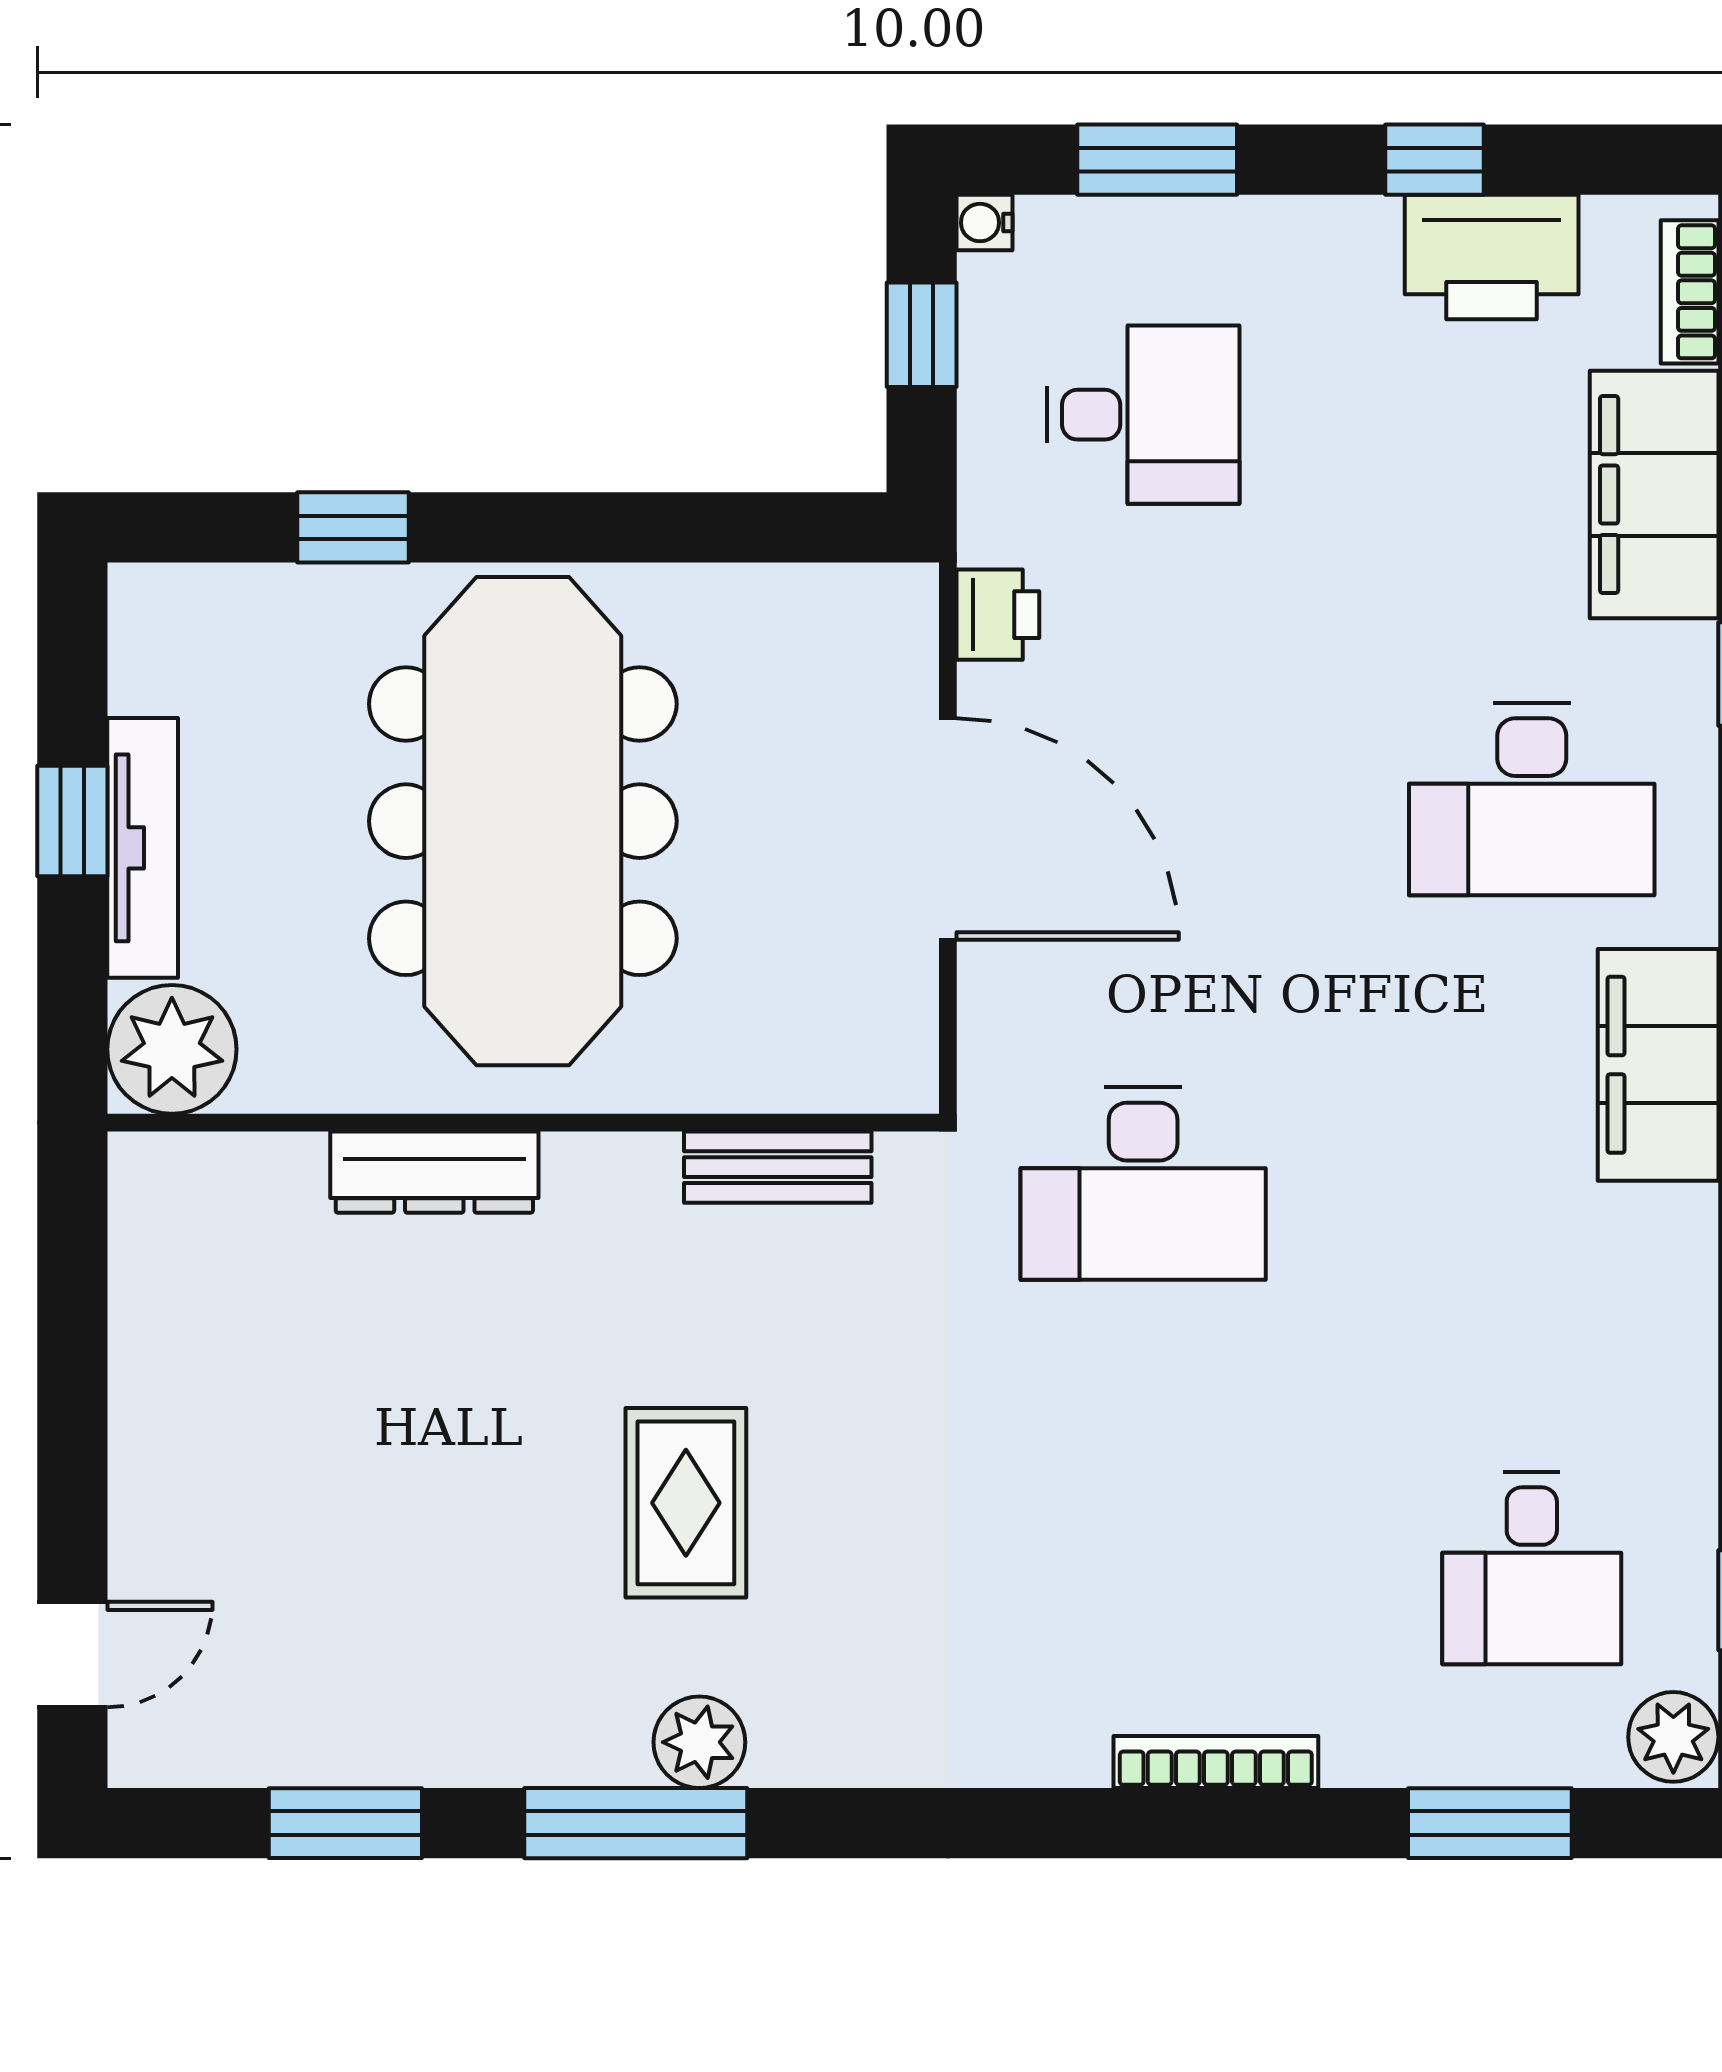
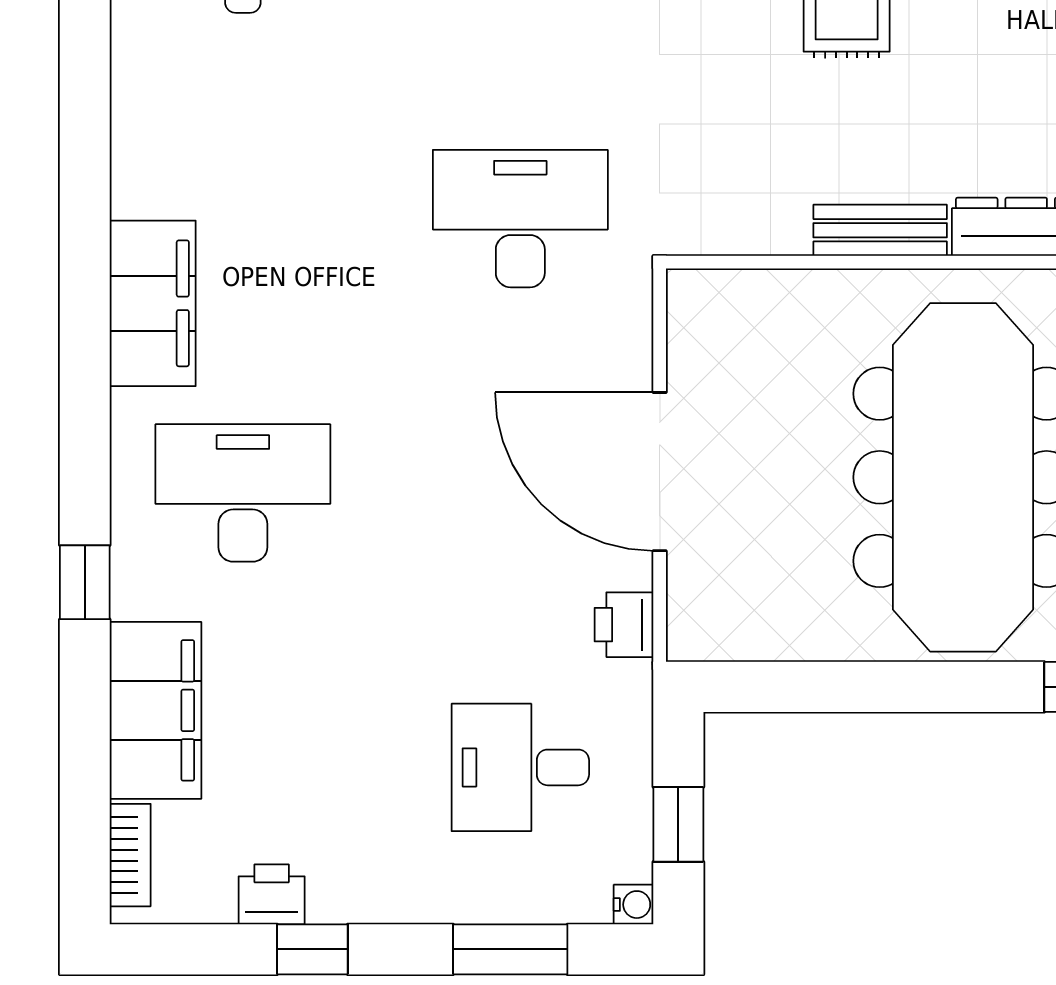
printer: (1492, 257) -> (272, 894), width x0.53, depth x0.68
bench: (778, 1167) -> (880, 230), moved

